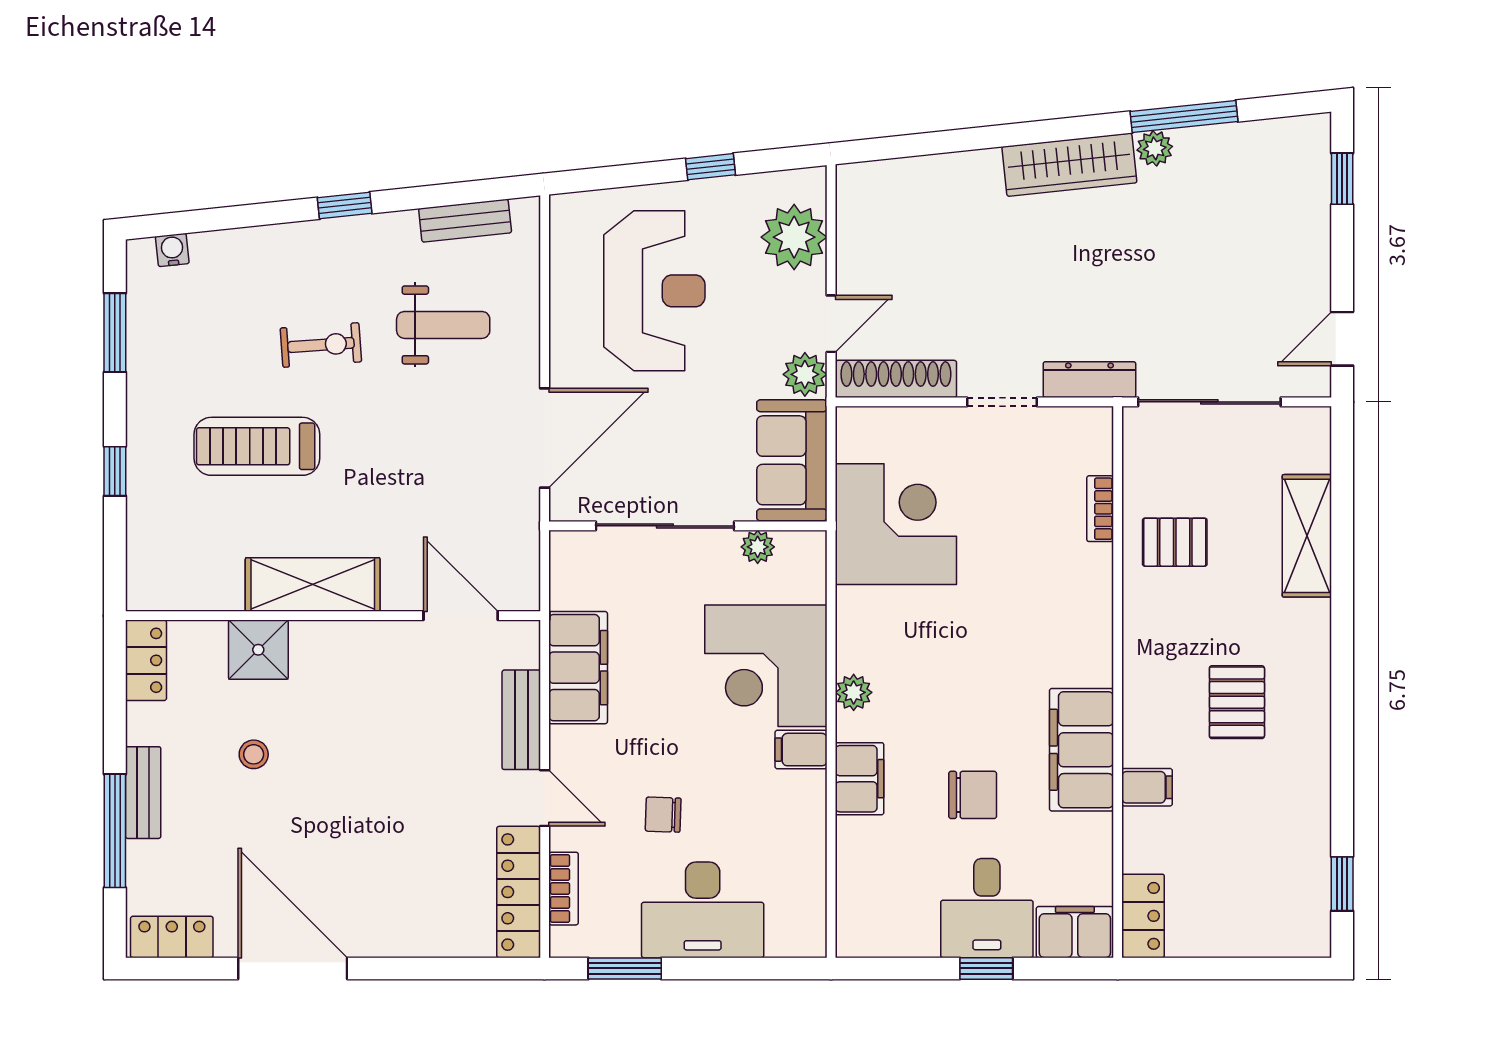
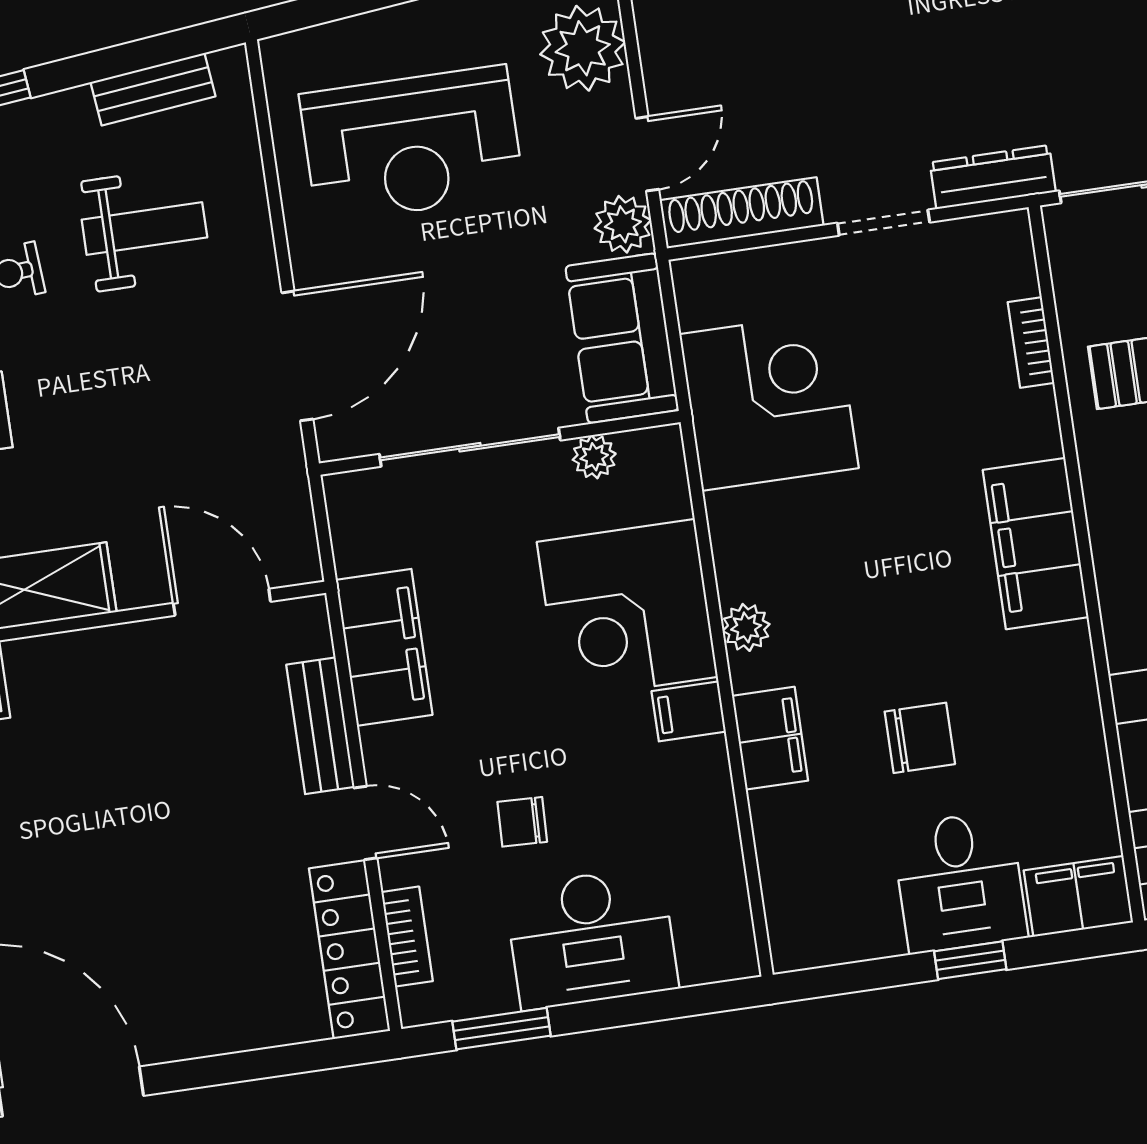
reception desk: (654, 291) -> (412, 144), turned 90
filing cabinet: (1082, 750) -> (1036, 544), moved

